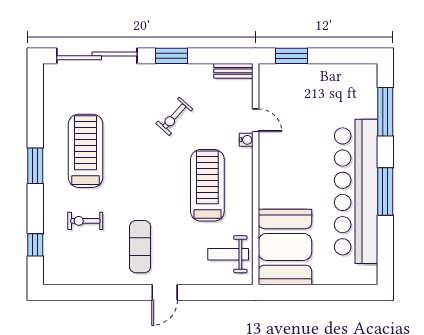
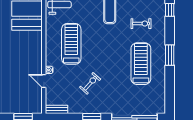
treadmill: (86, 151) -> (141, 64), turned 180
treadmill: (207, 185) -> (71, 44), turned 180

